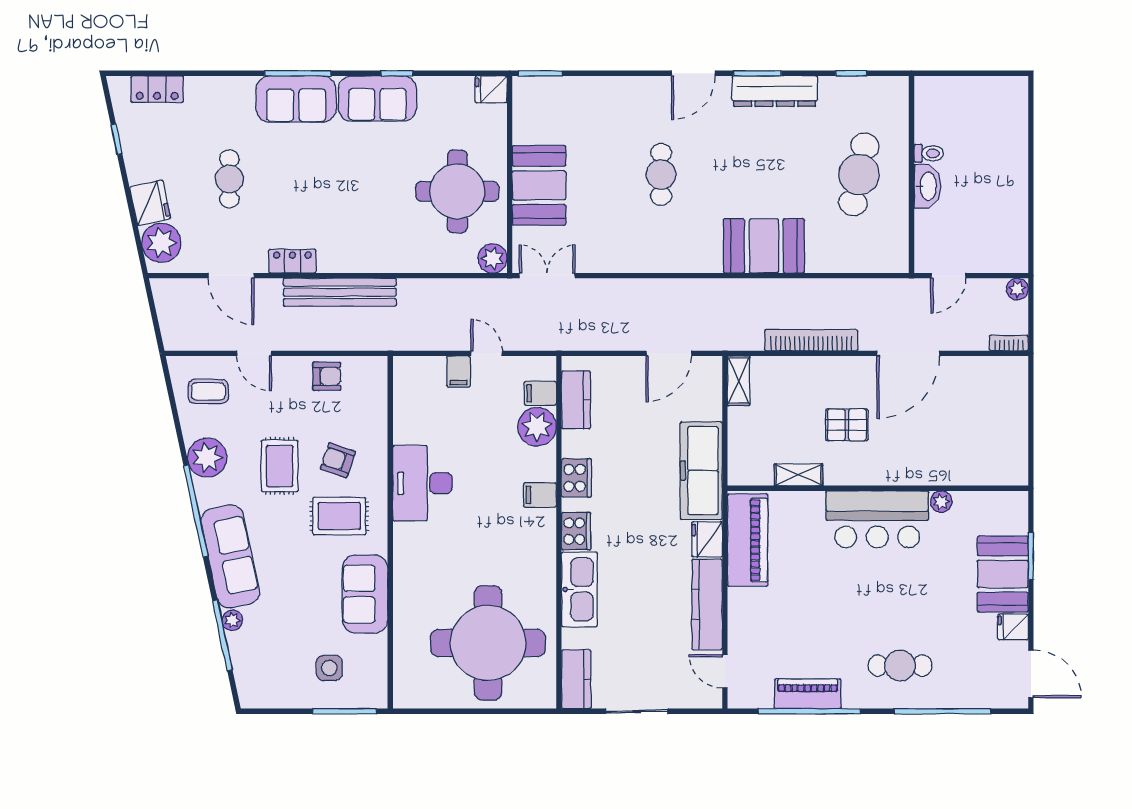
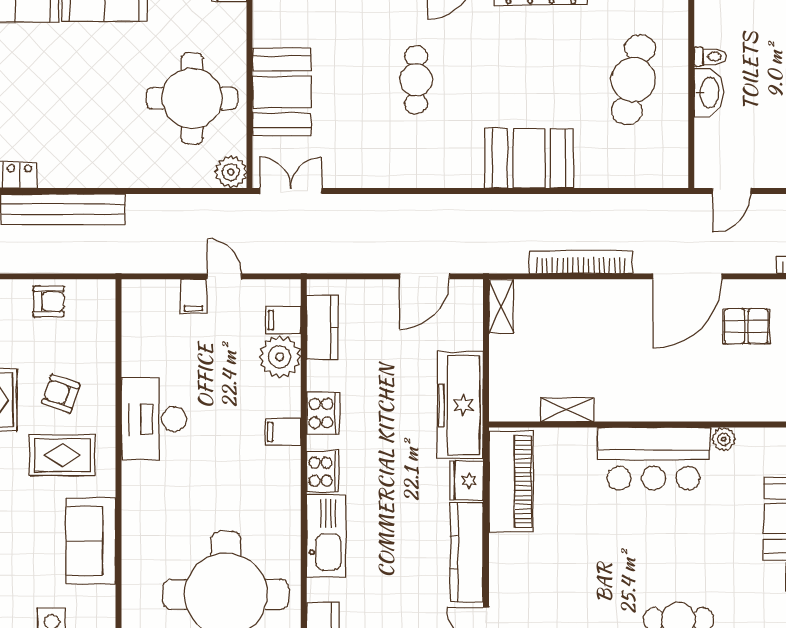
pallet: (847, 425) -> (746, 326), moved

